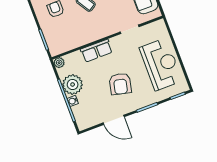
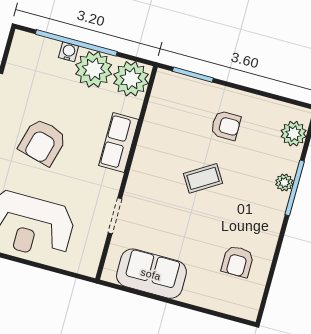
plant: (59, 63) -> (131, 79), width x1.87, depth x1.87
armchair: (120, 84) -> (43, 142), turned -88

